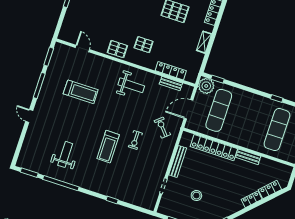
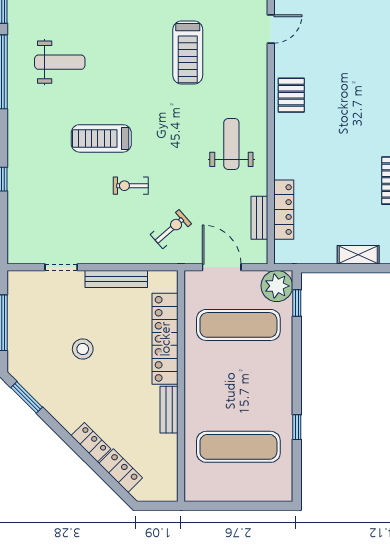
pallet: (144, 45) -> (316, 142), removed
weight bench: (131, 85) -> (231, 144), turned 180
stool: (196, 196) -> (83, 349), moved

